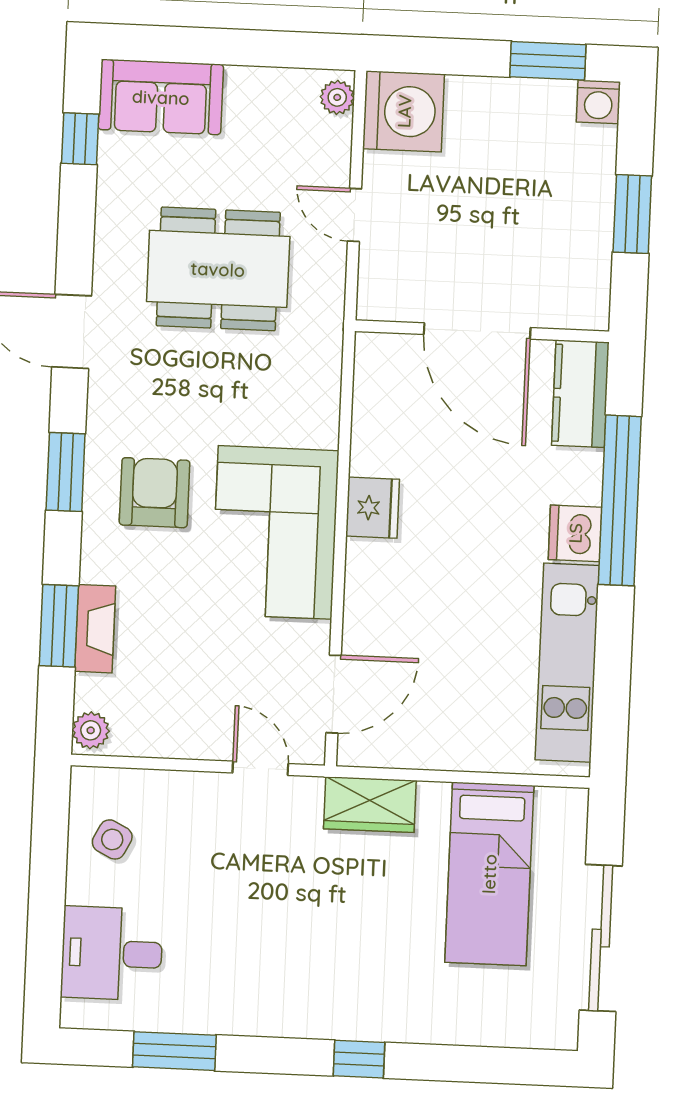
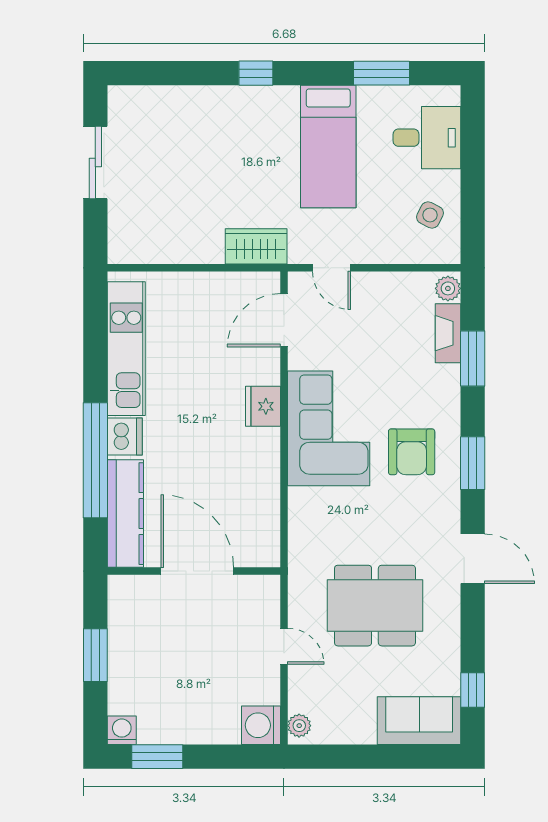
washing machine: (404, 111) -> (261, 725), width x0.73, depth x0.73
kitchen counter: (580, 394) -> (125, 514), width x1.50
fridge: (373, 508) -> (263, 406), moved
fireplace: (95, 629) -> (448, 333), moved
bed: (489, 874) -> (328, 147), moved, turned 180
sliding door: (601, 938) -> (95, 163), width x0.73

